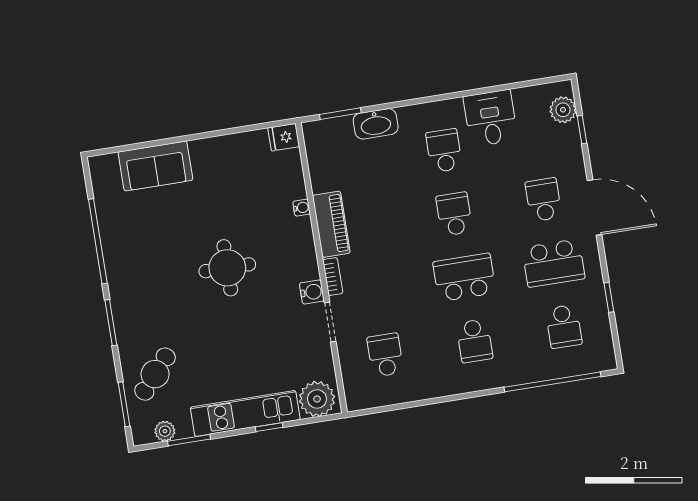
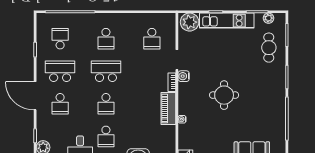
school desk: (464, 277) -> (106, 71), turned 180
school desk: (475, 341) -> (106, 39), turned 180
cafe table: (155, 374) -> (269, 48), turned -41

